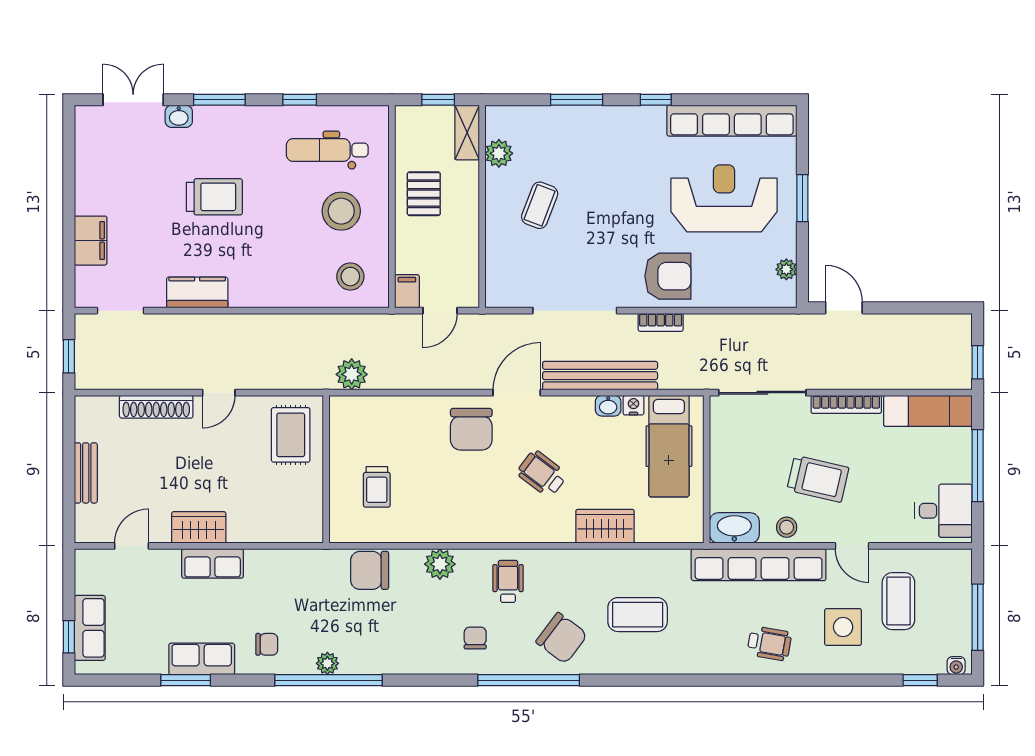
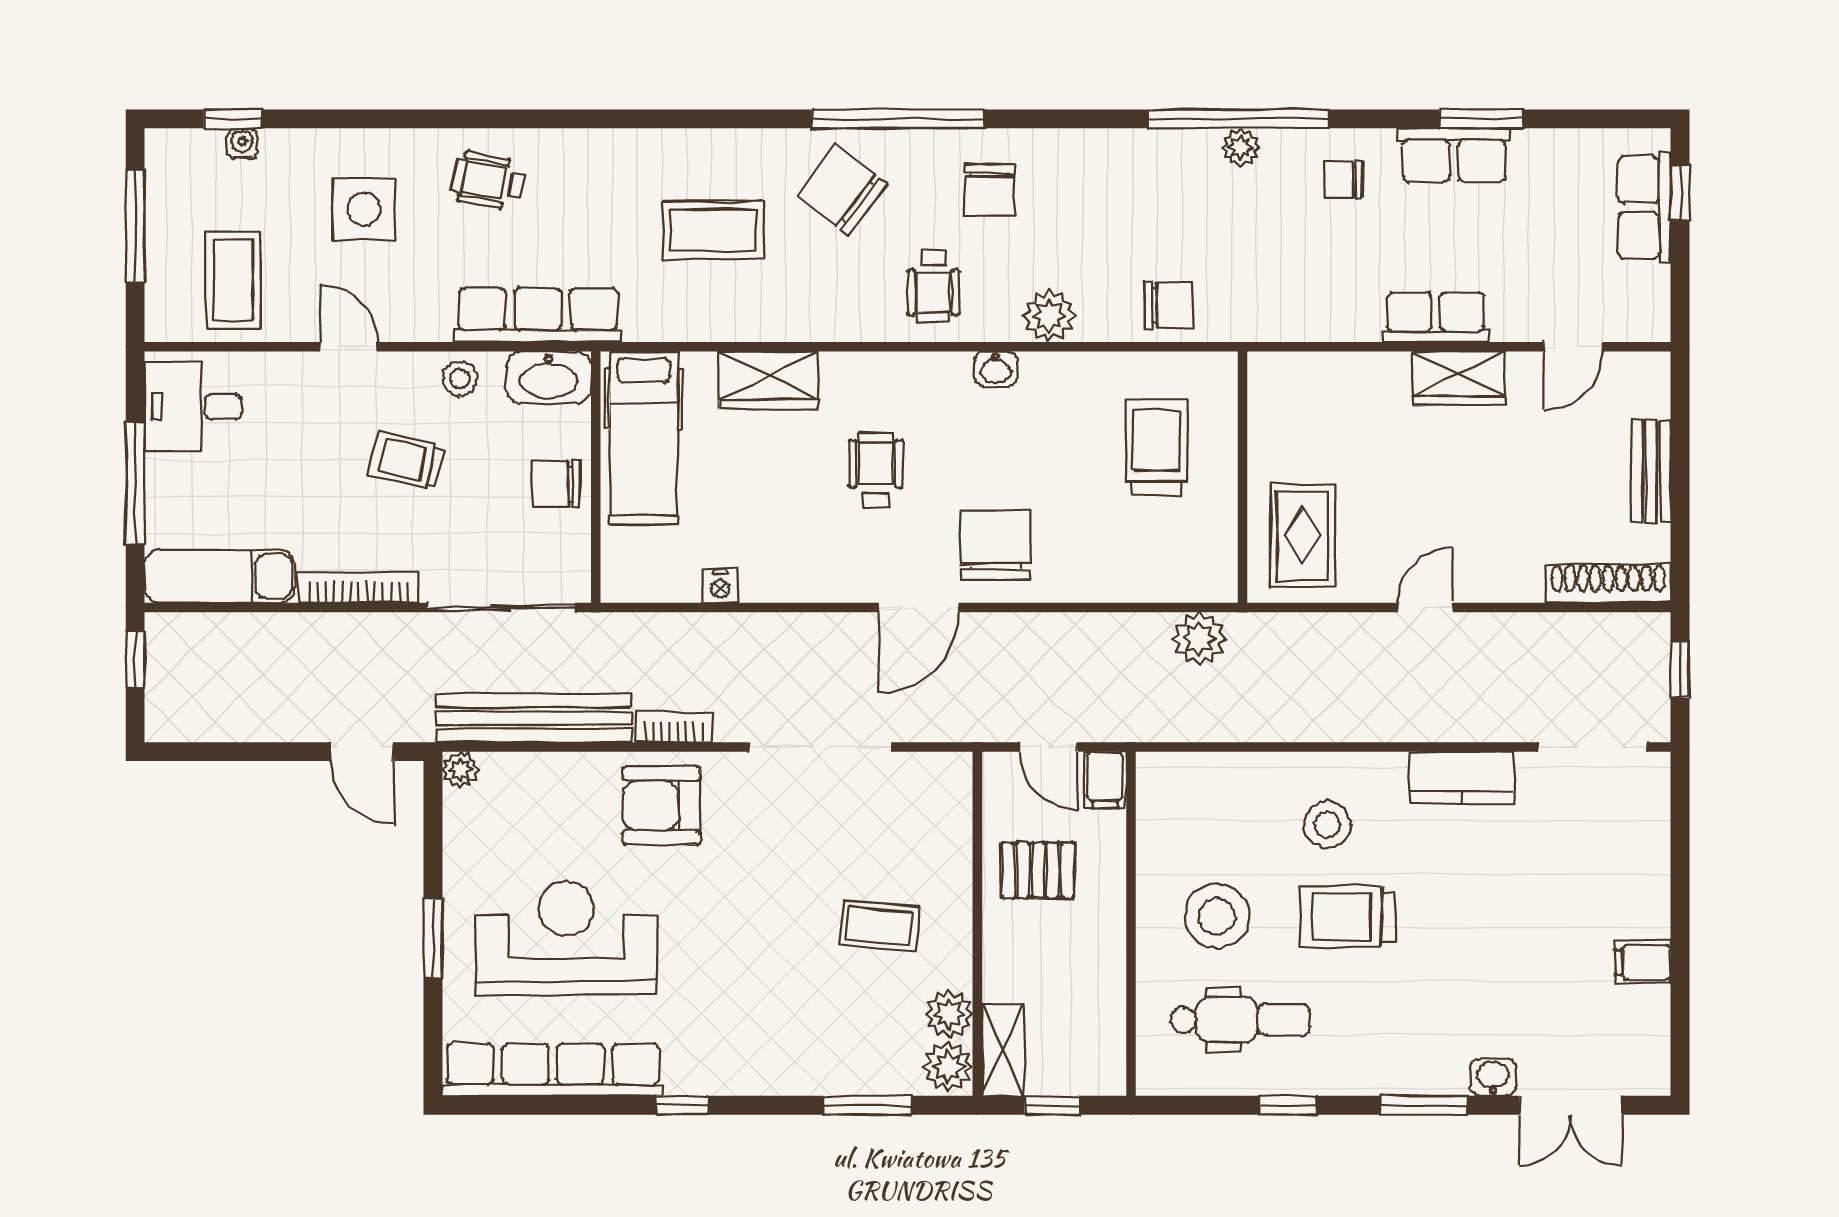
window: (577, 100) -> (868, 1105), moved
plant: (499, 123) -> (948, 1067), added
pallet: (424, 194) -> (1038, 870), moved, turned 90
trolley: (214, 197) -> (1348, 917), moved
reception desk: (724, 198) -> (566, 938), turned 180
coffee table: (540, 205) -> (880, 926), turned 74
filing cabinet: (91, 241) -> (1643, 962), moved, width x0.50
plant: (786, 269) -> (460, 770), moved
stool: (350, 277) -> (1327, 825), moved
doorway: (120, 311) -> (1592, 747), width x1.38
door: (440, 311) -> (1049, 747), swing flipped
bench: (600, 376) -> (534, 718), moved
washbasin: (608, 406) -> (996, 369), moved, turned 180
shoe rack: (156, 407) -> (1608, 583), moved
hospital bed: (669, 446) -> (644, 438), moved, turned 180
chair: (730, 465) -> (556, 484), added
wheelchair: (542, 474) -> (876, 470), turned -127
trolley: (818, 479) -> (407, 461), width x0.73, depth x0.72
trolley: (377, 487) -> (1156, 447), width x1.36, depth x1.39
row of seats: (759, 565) -> (538, 315), width x0.73
chair: (370, 570) -> (1169, 305), width x0.73, depth x0.73
coffee table: (898, 601) -> (233, 280), moved
chair: (475, 638) -> (989, 190), width x1.37, depth x1.37
water cooler: (956, 666) -> (242, 144), moved

